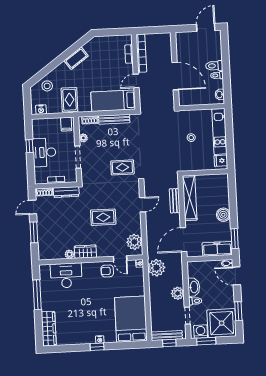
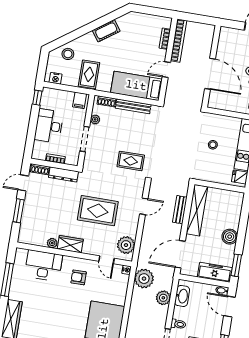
window: (30, 146) -> (37, 98), moved
rug: (103, 217) -> (98, 211), width x1.36, depth x1.43
armchair: (107, 271) -> (79, 277), moved
washbasin: (194, 287) -> (182, 296), moved
plant: (178, 293) -> (163, 298), moved

